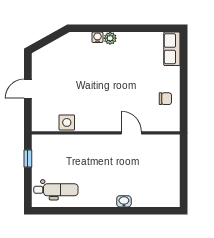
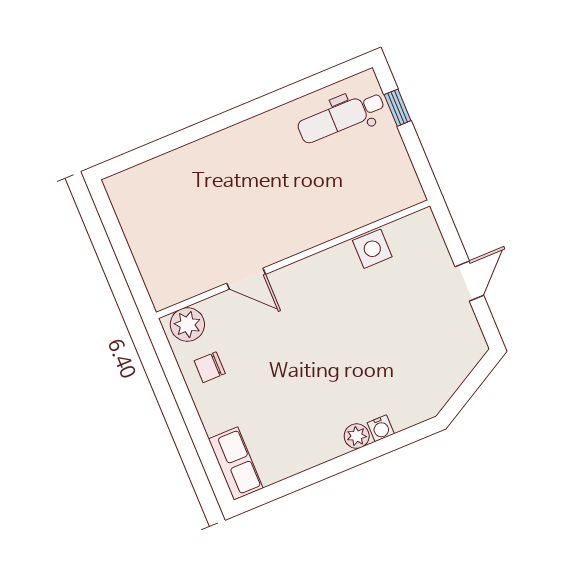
plant: (168, 123) -> (187, 324), added
window: (28, 158) -> (398, 108), moved
washbasin: (124, 201) -> (208, 148), removed

